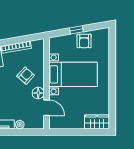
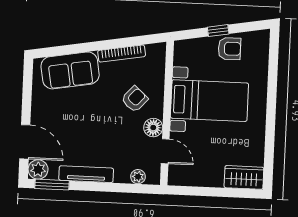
armchair: (84, 41) -> (229, 49), turned -90
plant: (20, 125) -> (138, 177), moved

